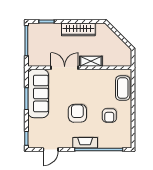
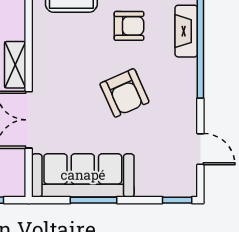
armchair: (77, 113) -> (124, 93), turned -113
fireplace: (85, 143) -> (186, 31), moved

